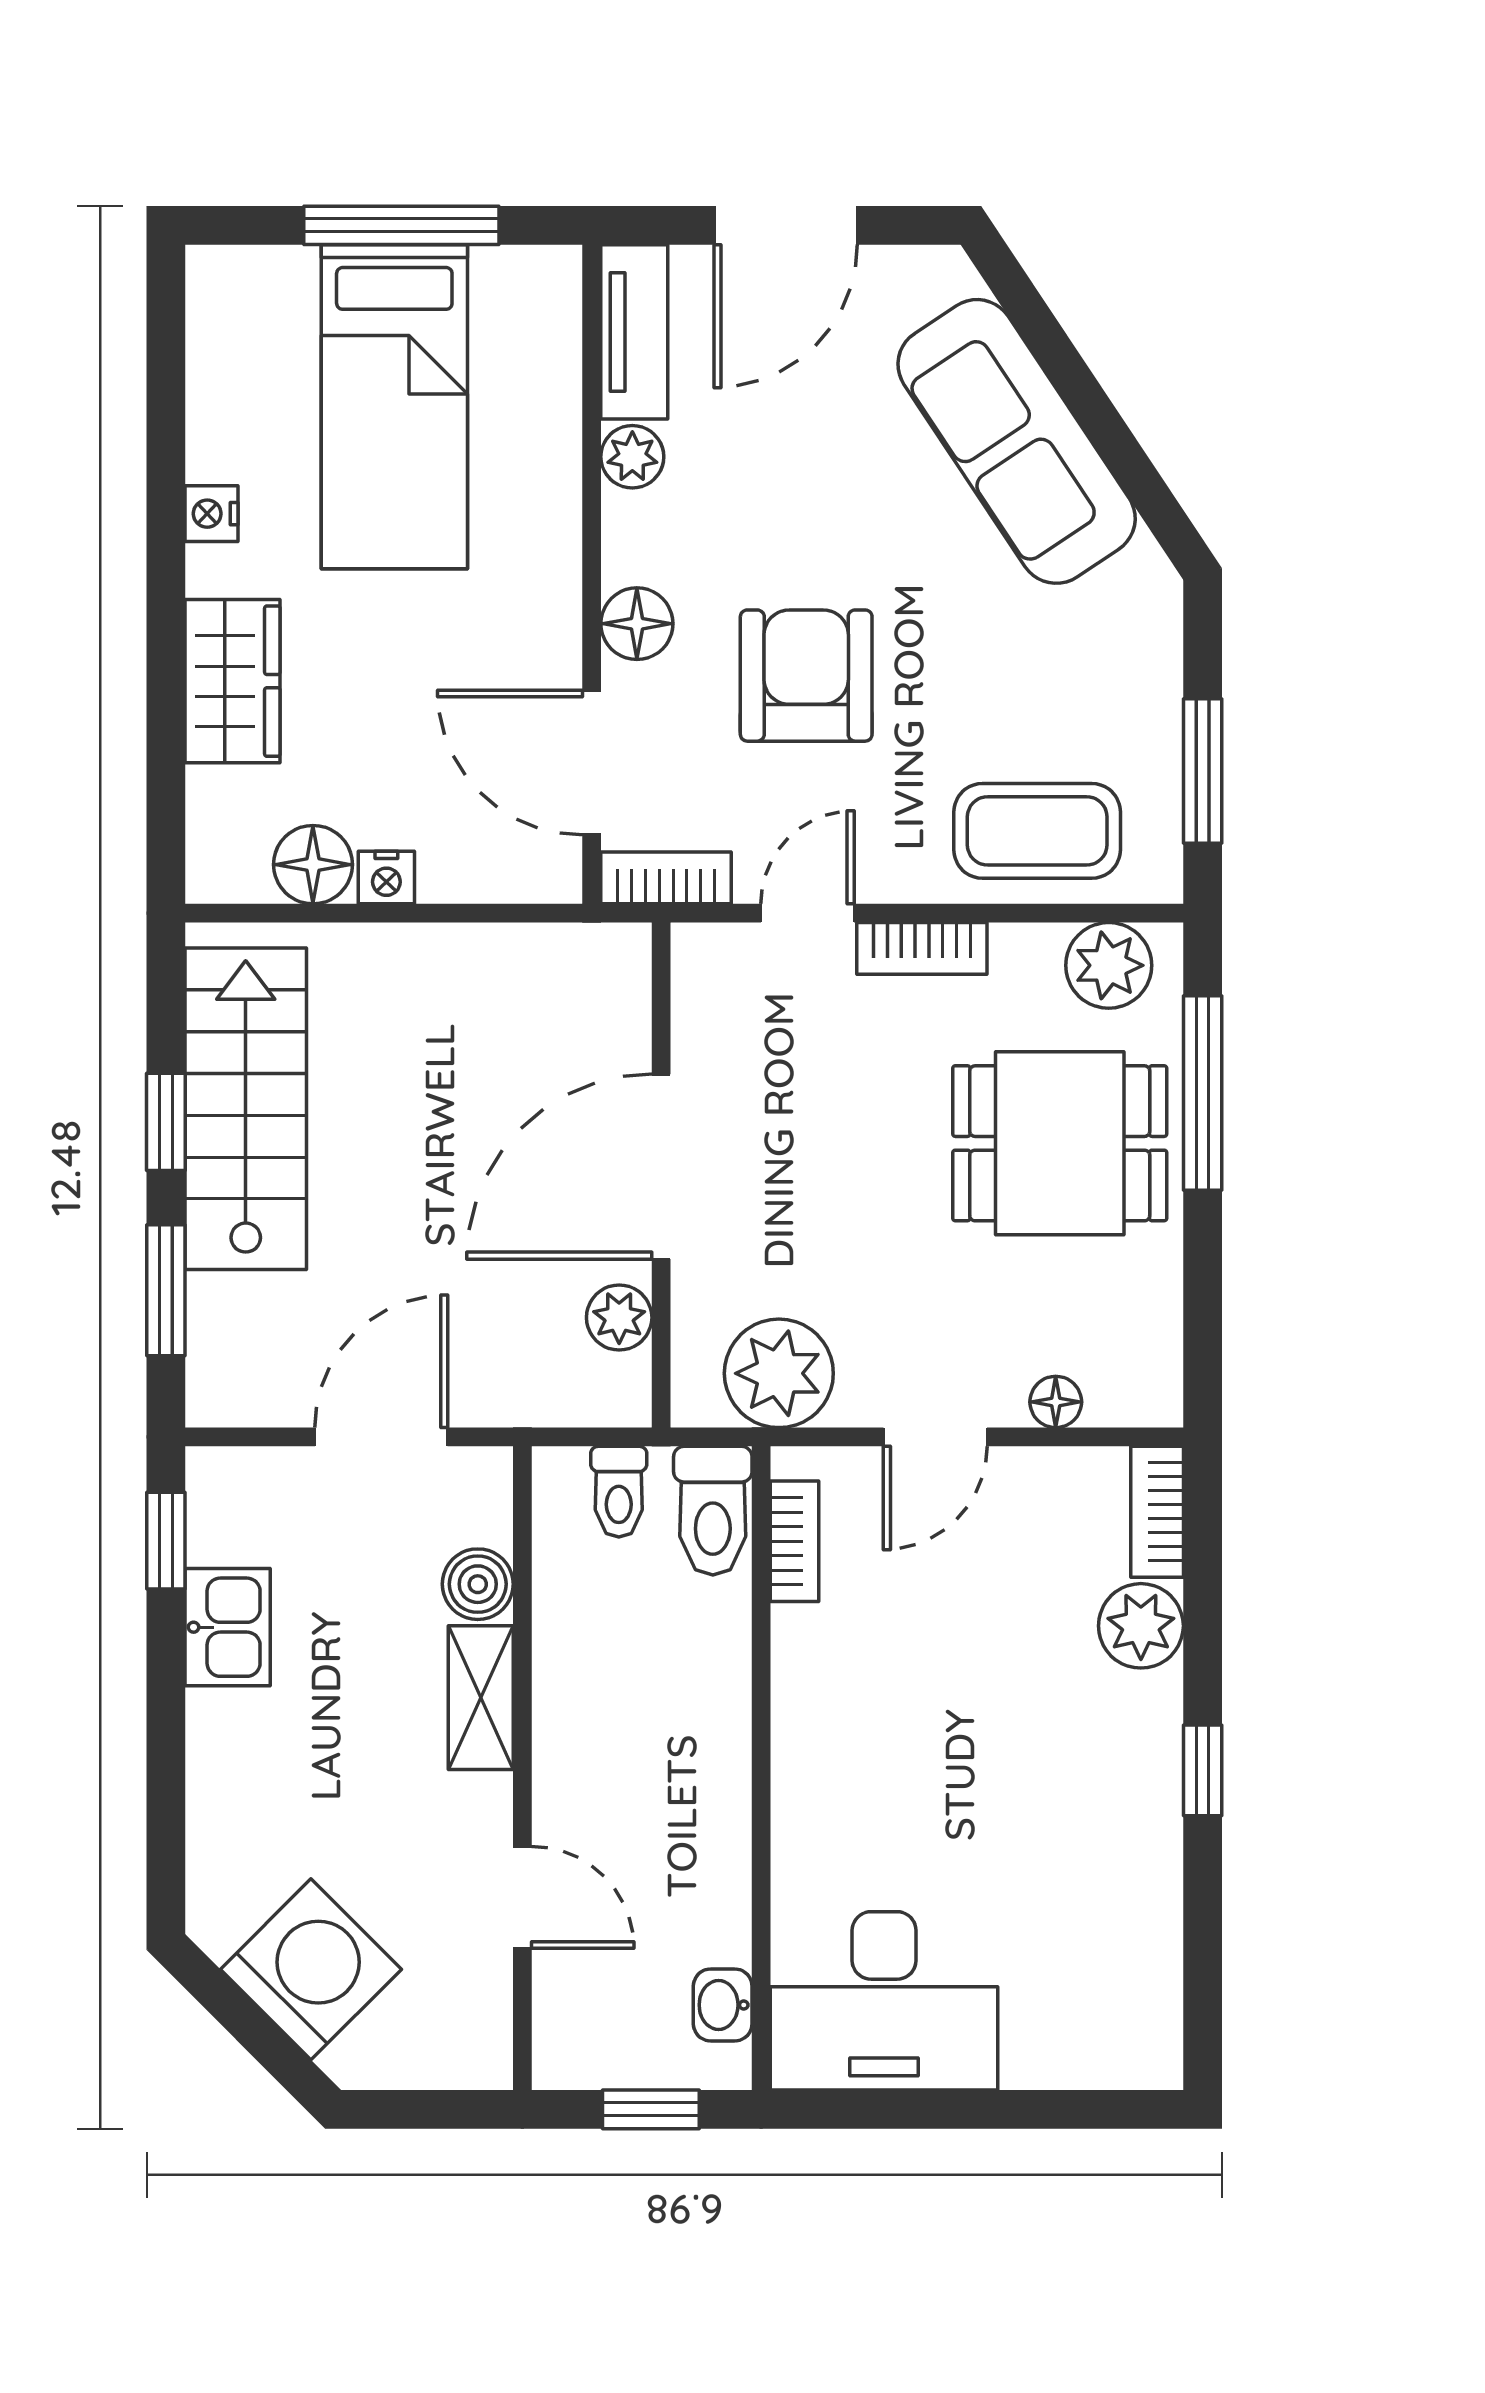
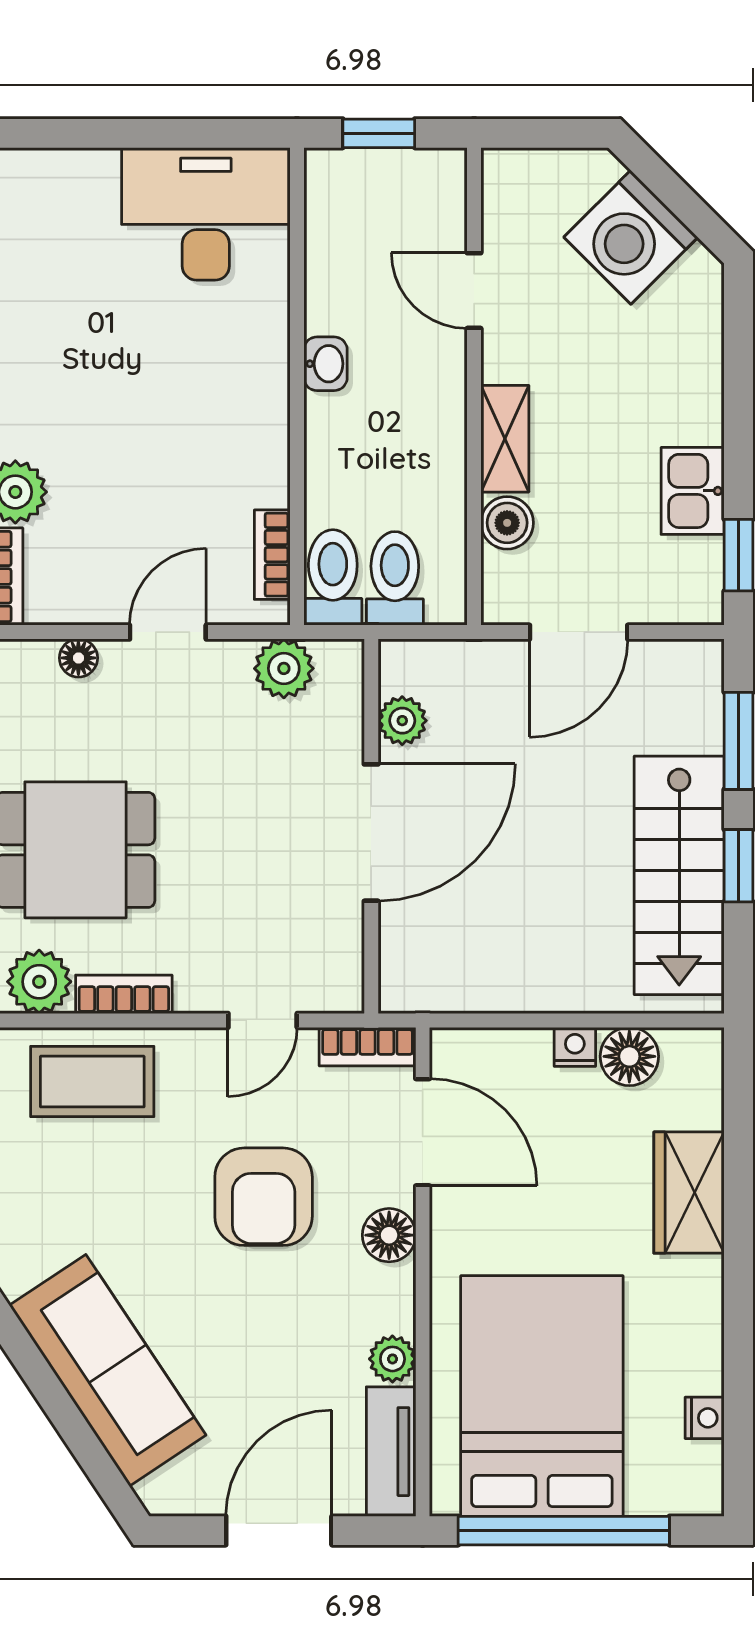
window: (401, 225) -> (564, 1531), width x1.46
bed: (394, 407) -> (542, 1396), width x1.50
nightstand: (211, 514) -> (705, 1418), moved
bookcase: (922, 948) -> (124, 994), moved
plant: (779, 1373) -> (284, 668), width x0.73, depth x0.73
toilet: (619, 1492) -> (395, 578), width x1.37, depth x1.39
washbasin: (723, 2005) -> (325, 364), moved

